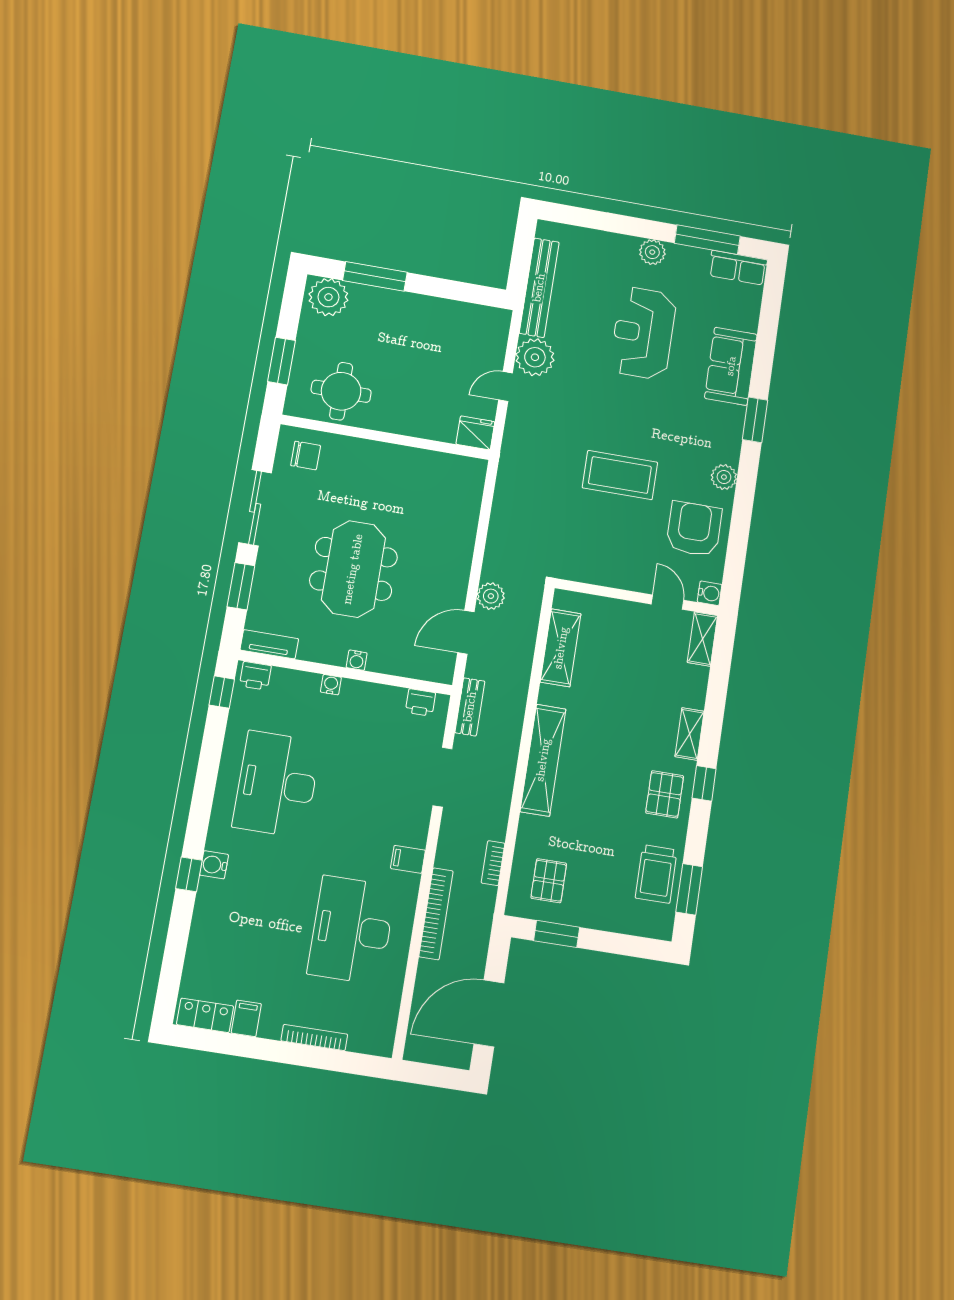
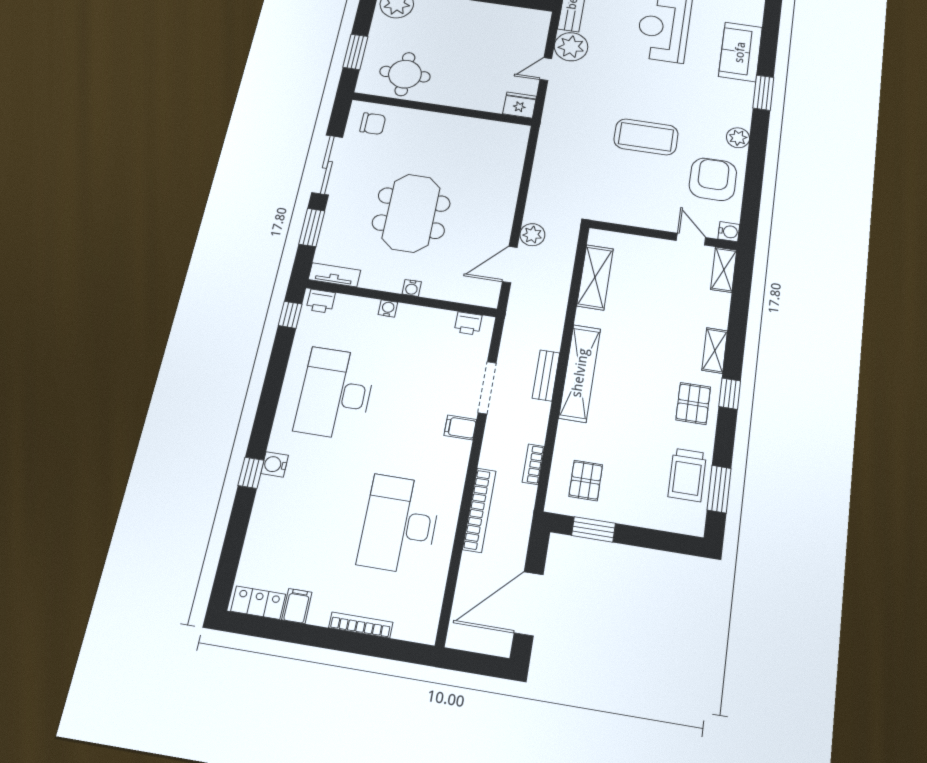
bench: (470, 707) -> (546, 375), moved
filing cabinet: (408, 859) -> (460, 428), moved

